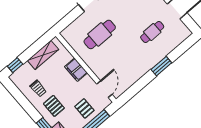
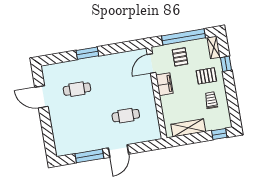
cafe table: (100, 34) -> (126, 116), width x0.73, depth x0.74
filing cabinet: (76, 70) -> (164, 84), moved
pallet: (54, 106) -> (206, 76), turned 90

